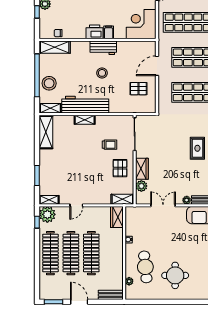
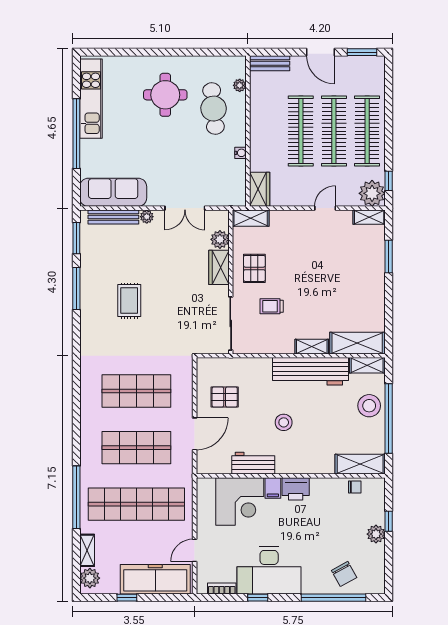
corner desk: (141, 24) -> (240, 501), moved
workbench: (103, 48) -> (253, 463), moved
shelving: (46, 132) -> (357, 343), moved, turned 90

